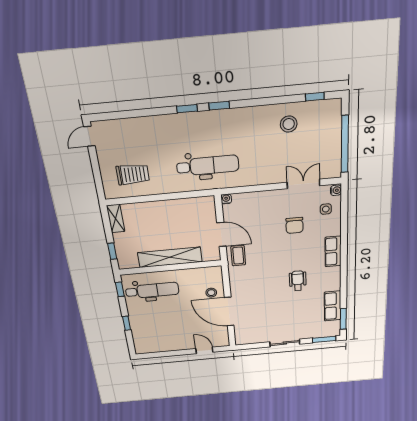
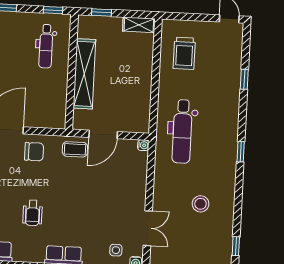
window: (187, 109) -> (244, 79), moved
stool: (289, 124) -> (201, 204), moved
chair: (295, 225) -> (34, 152), moved, turned 180
wheelchair: (298, 281) -> (33, 213), turned 90
dental chair: (152, 290) -> (46, 46), width x0.73, depth x0.72
stool: (211, 293) -> (32, 112), removed

